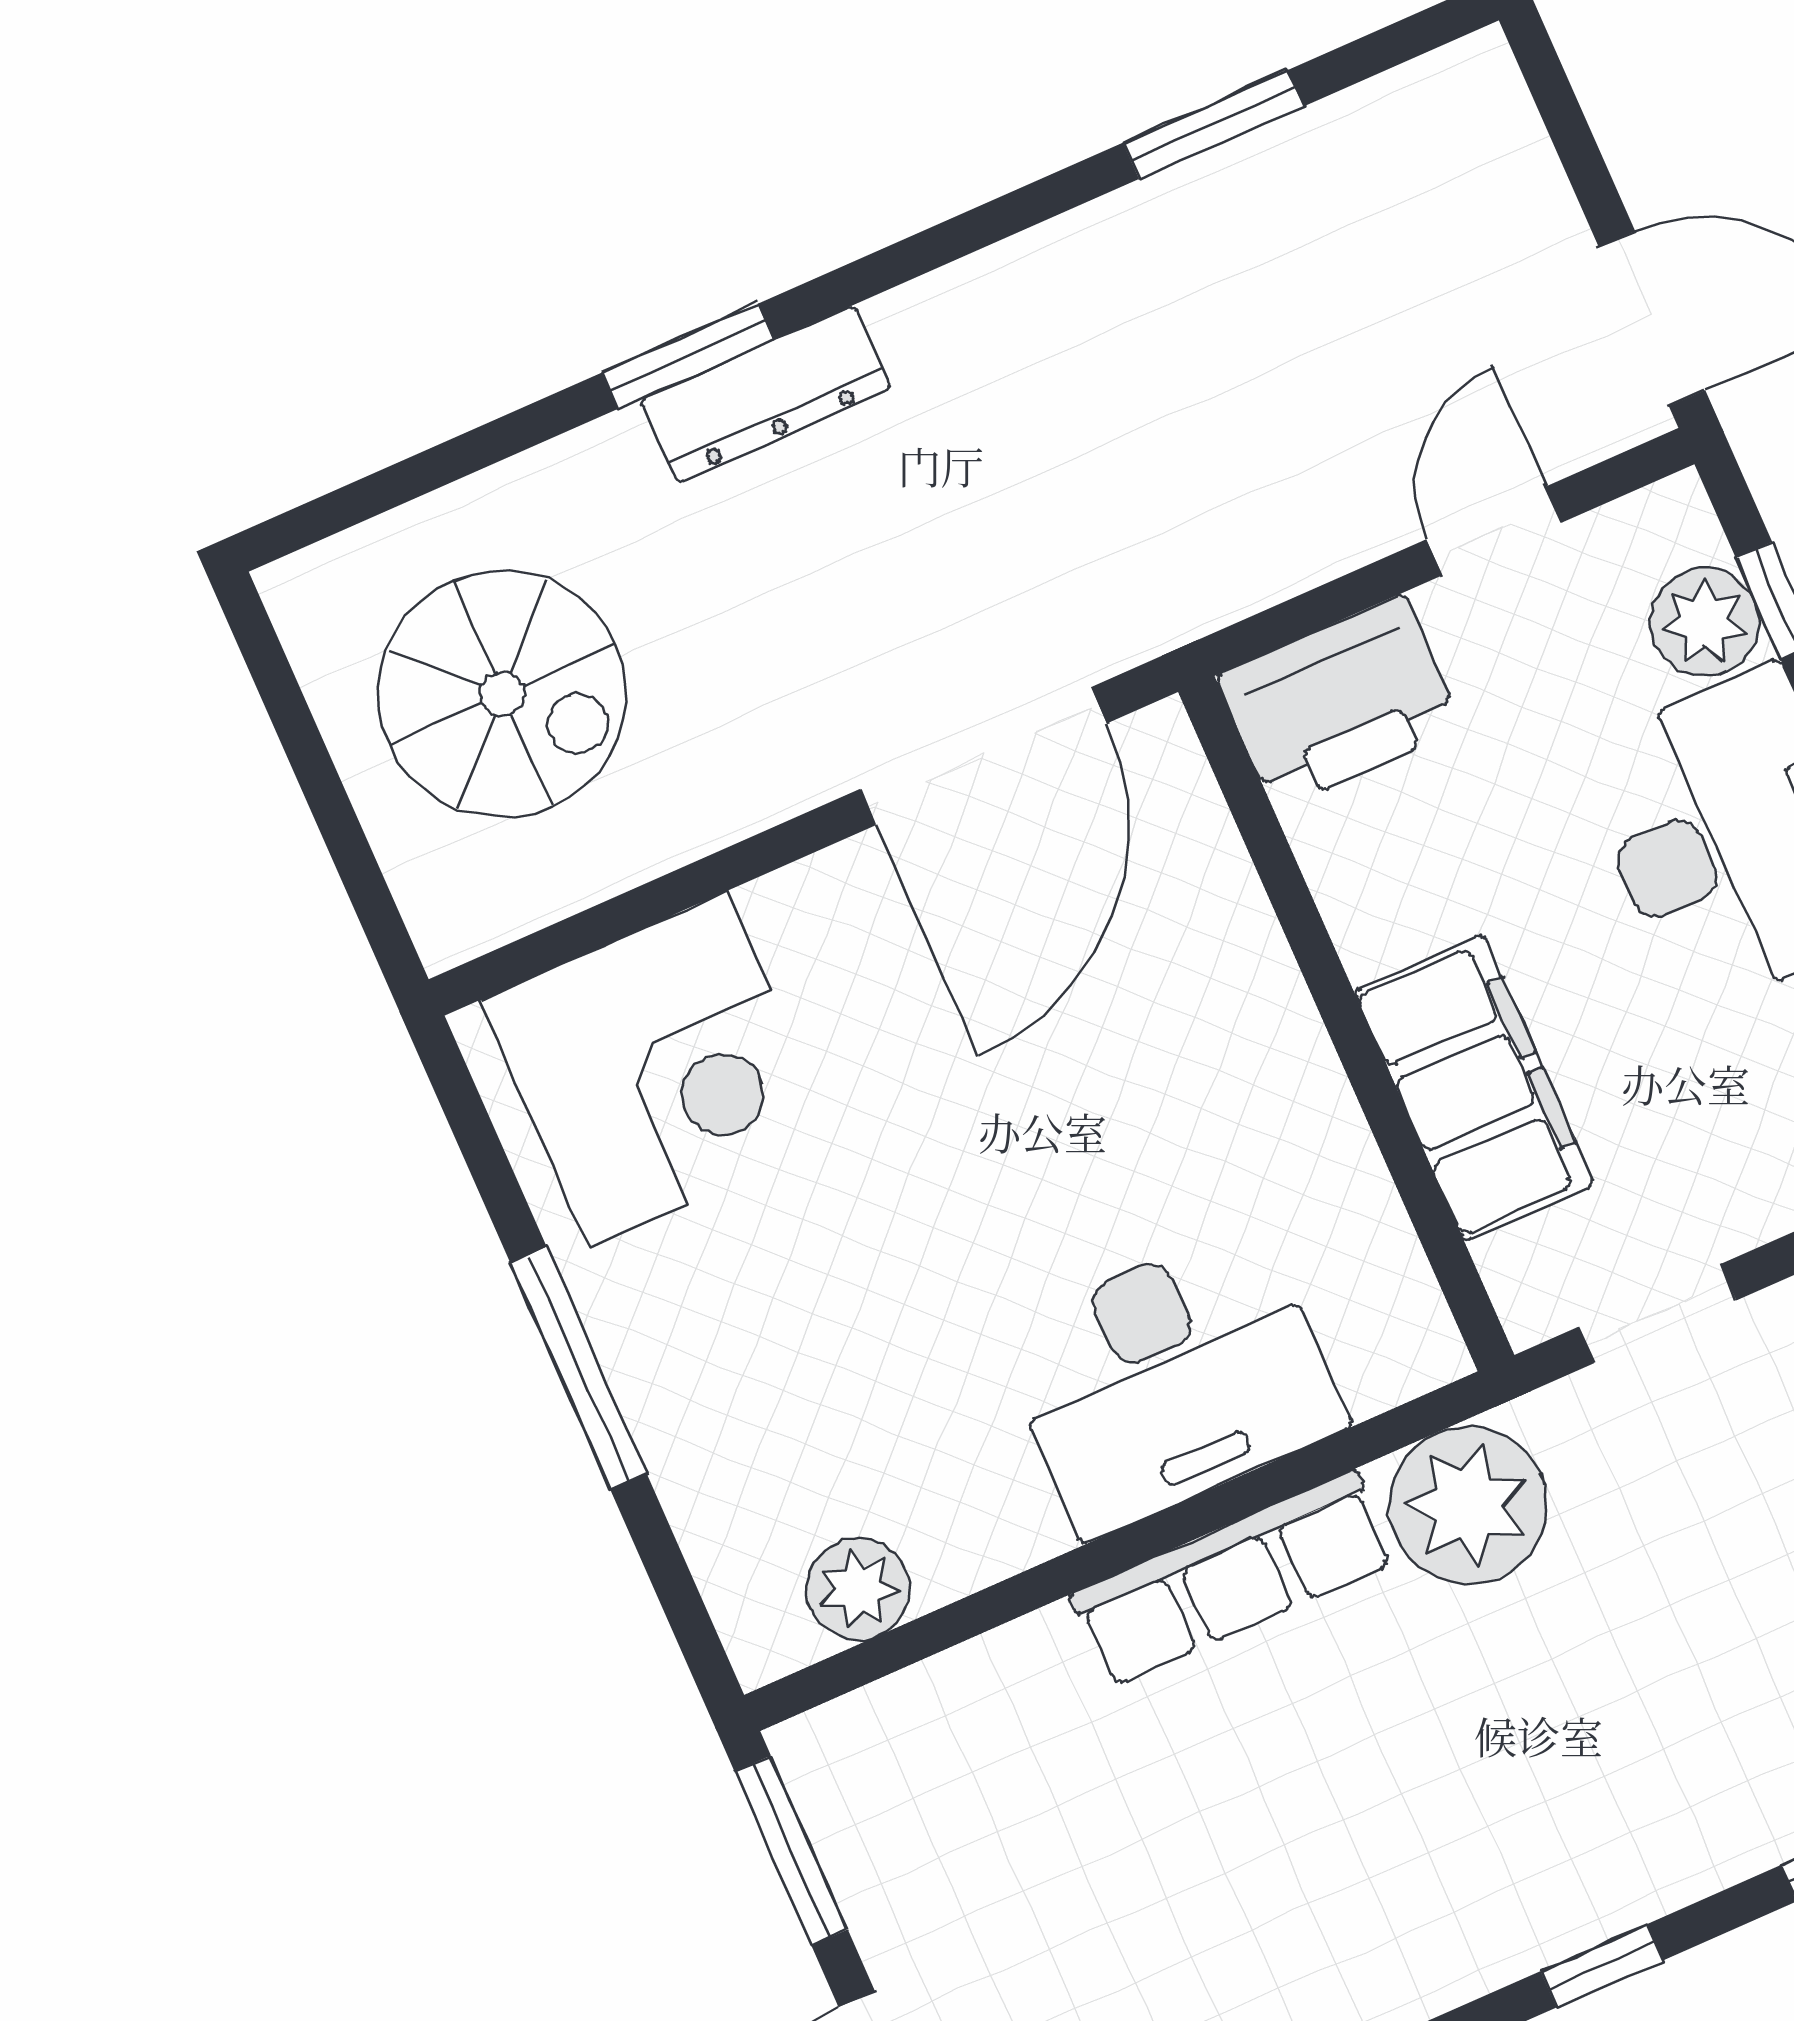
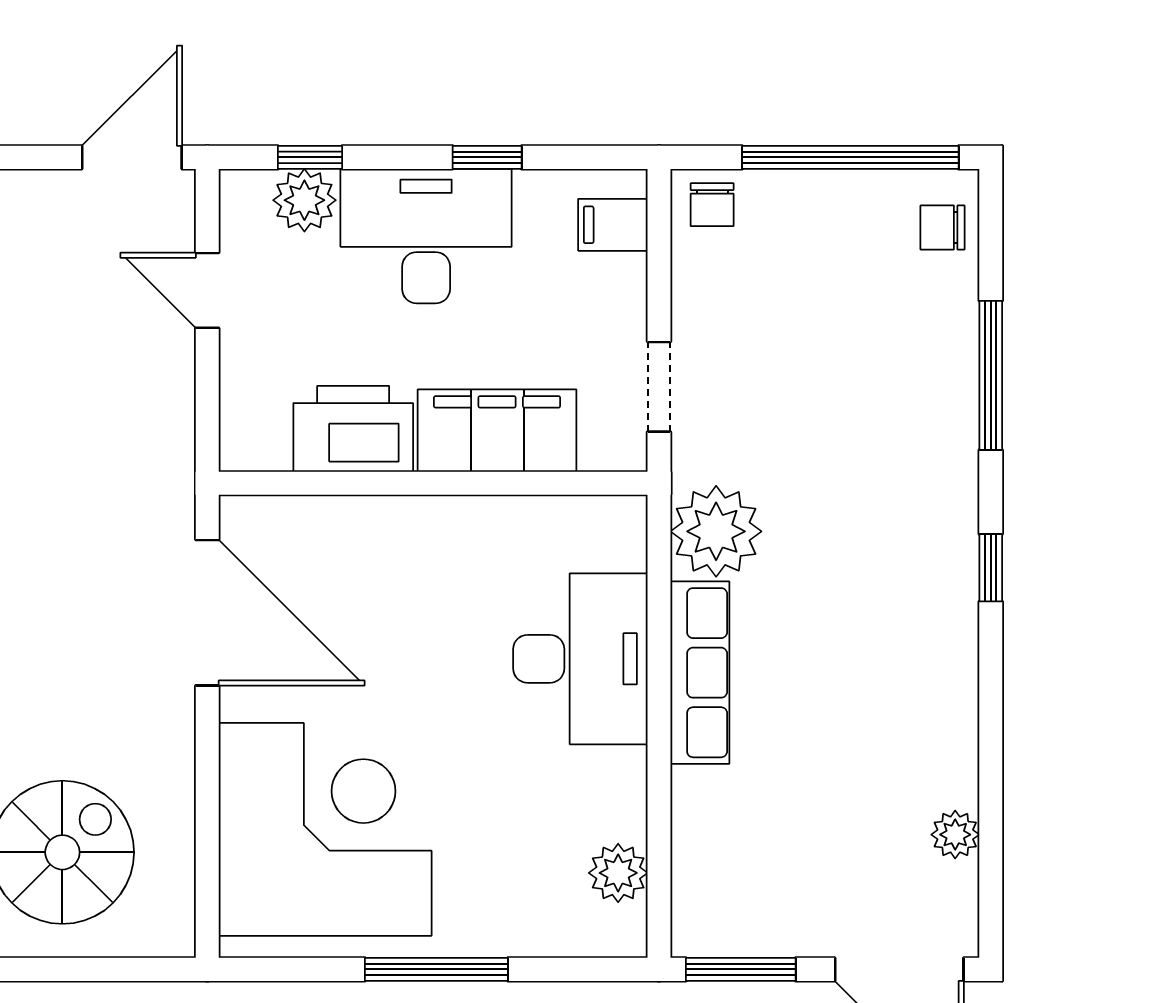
printer: (1339, 702) -> (353, 429), moved, turned -90
corner desk: (658, 1069) -> (325, 829), width x1.36, depth x1.36

